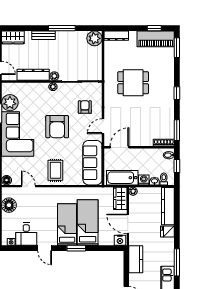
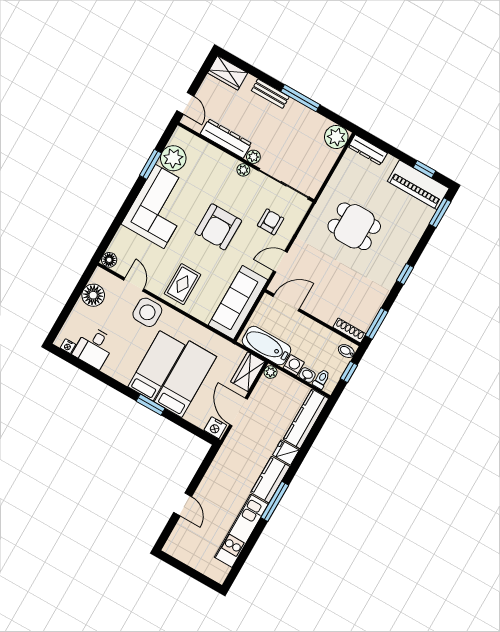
side table: (45, 197) -> (147, 312), added
door: (45, 248) -> (108, 380), removed
kitchen counter: (136, 259) -> (270, 480), moved, turned 180

